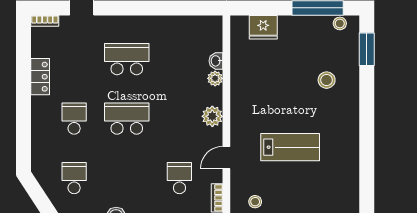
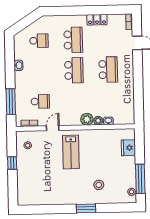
window: (367, 49) -> (86, 208), moved
plant: (212, 116) -> (87, 119), moved
school desk: (74, 119) -> (73, 40), width x1.85
lab bench: (290, 147) -> (71, 152), moved
door: (226, 158) -> (53, 128), hinge flipped

